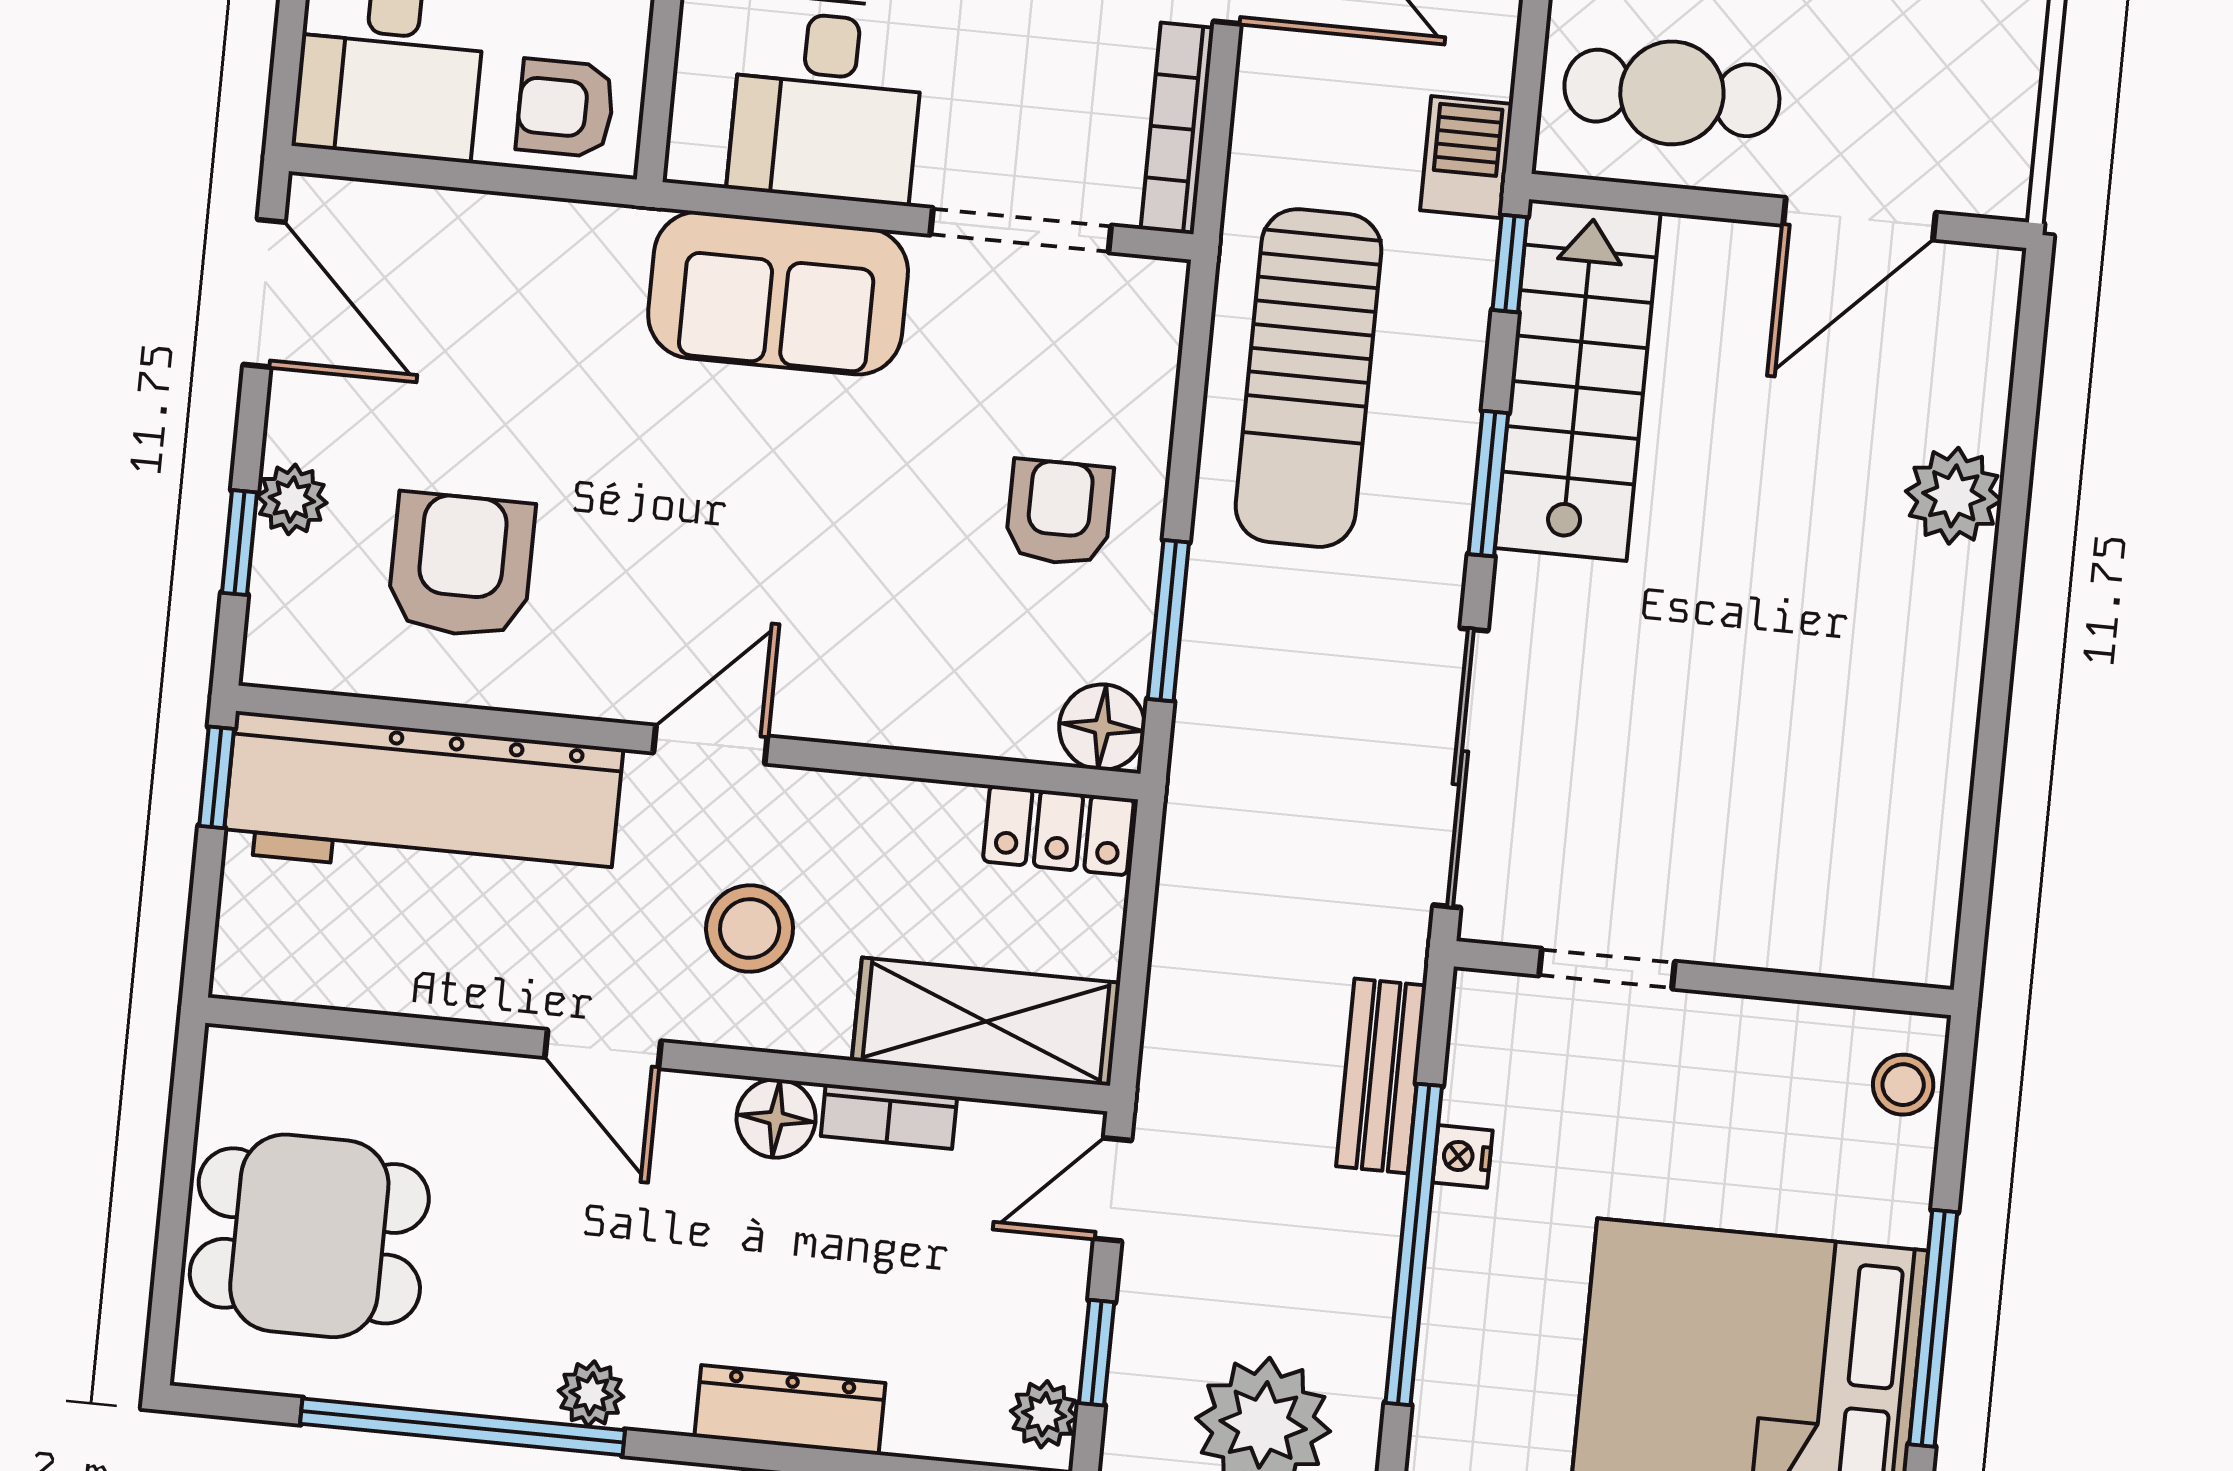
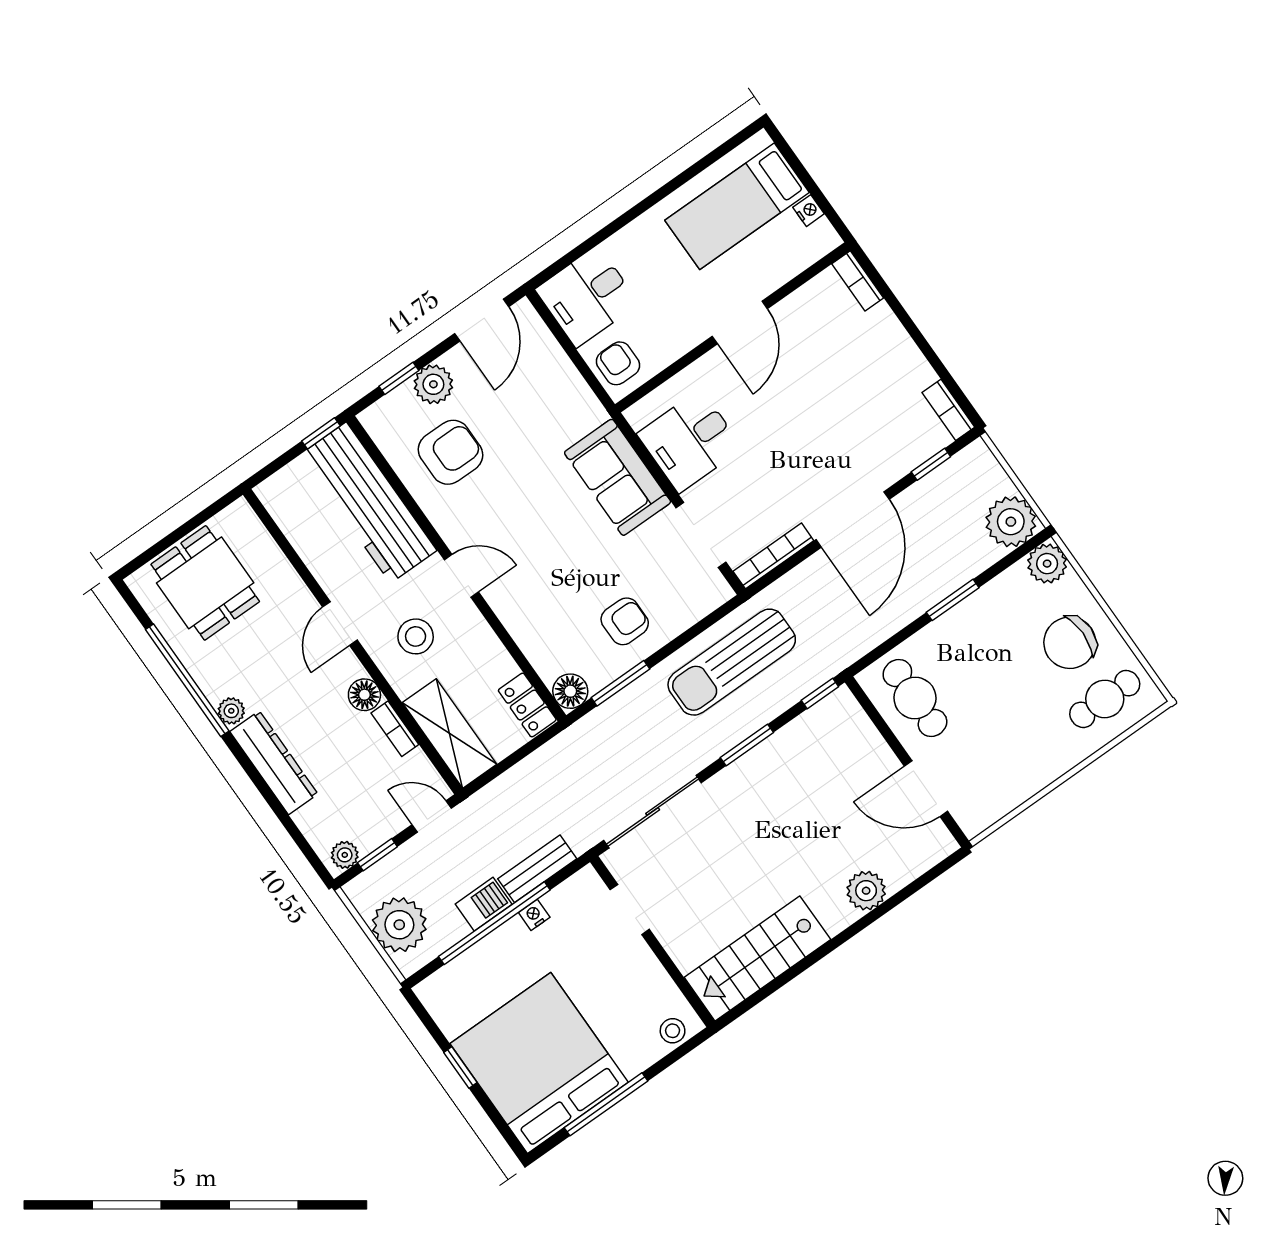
barbecue: (1466, 157) -> (484, 904), moved
stairs: (1578, 380) -> (757, 958), moved, turned 180
plant: (292, 499) -> (433, 384), width x1.38, depth x1.38
dresser: (790, 1410) -> (274, 763), width x1.37, depth x1.24

